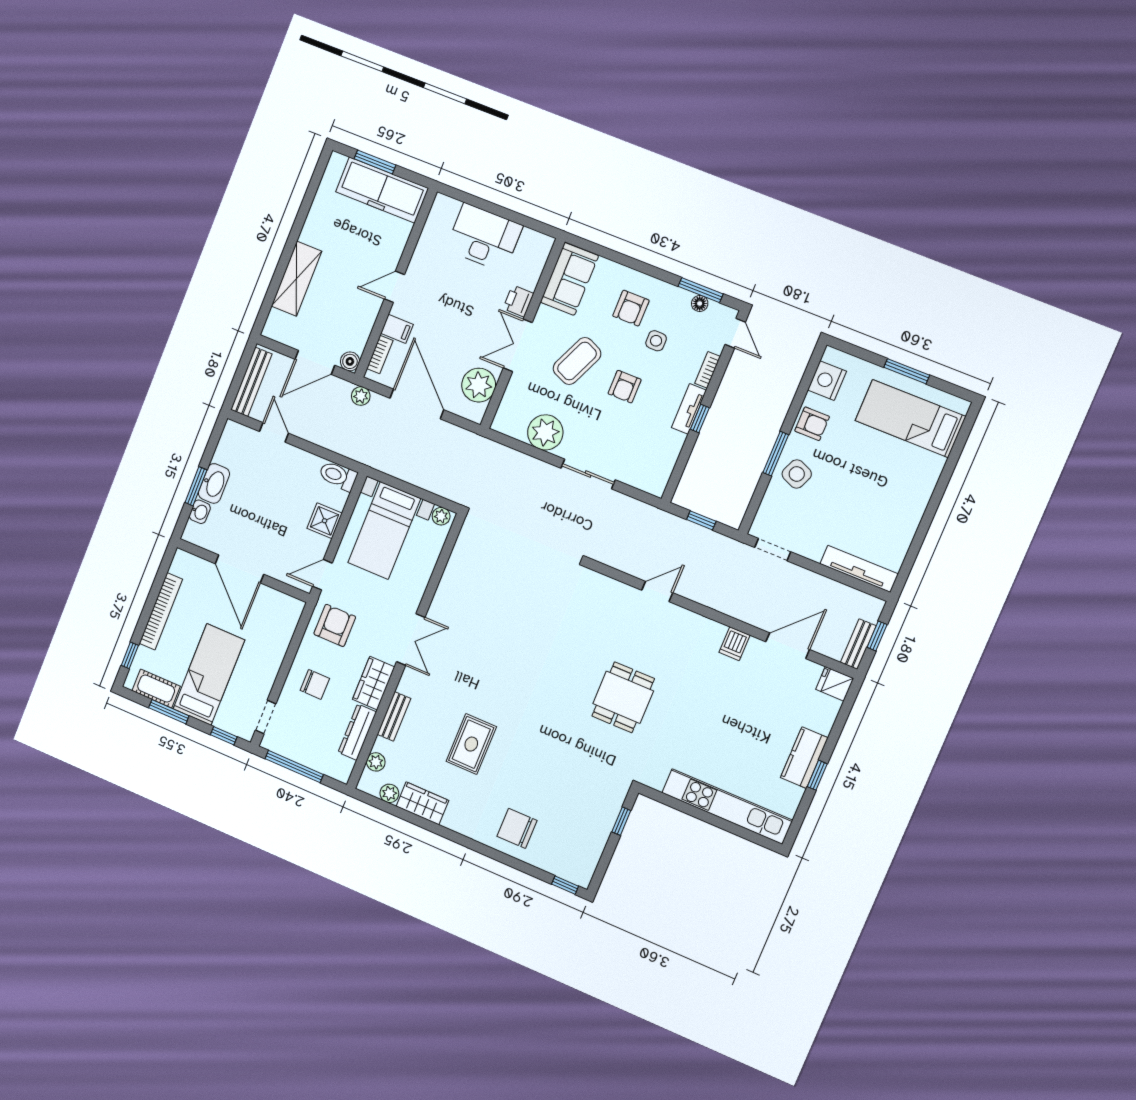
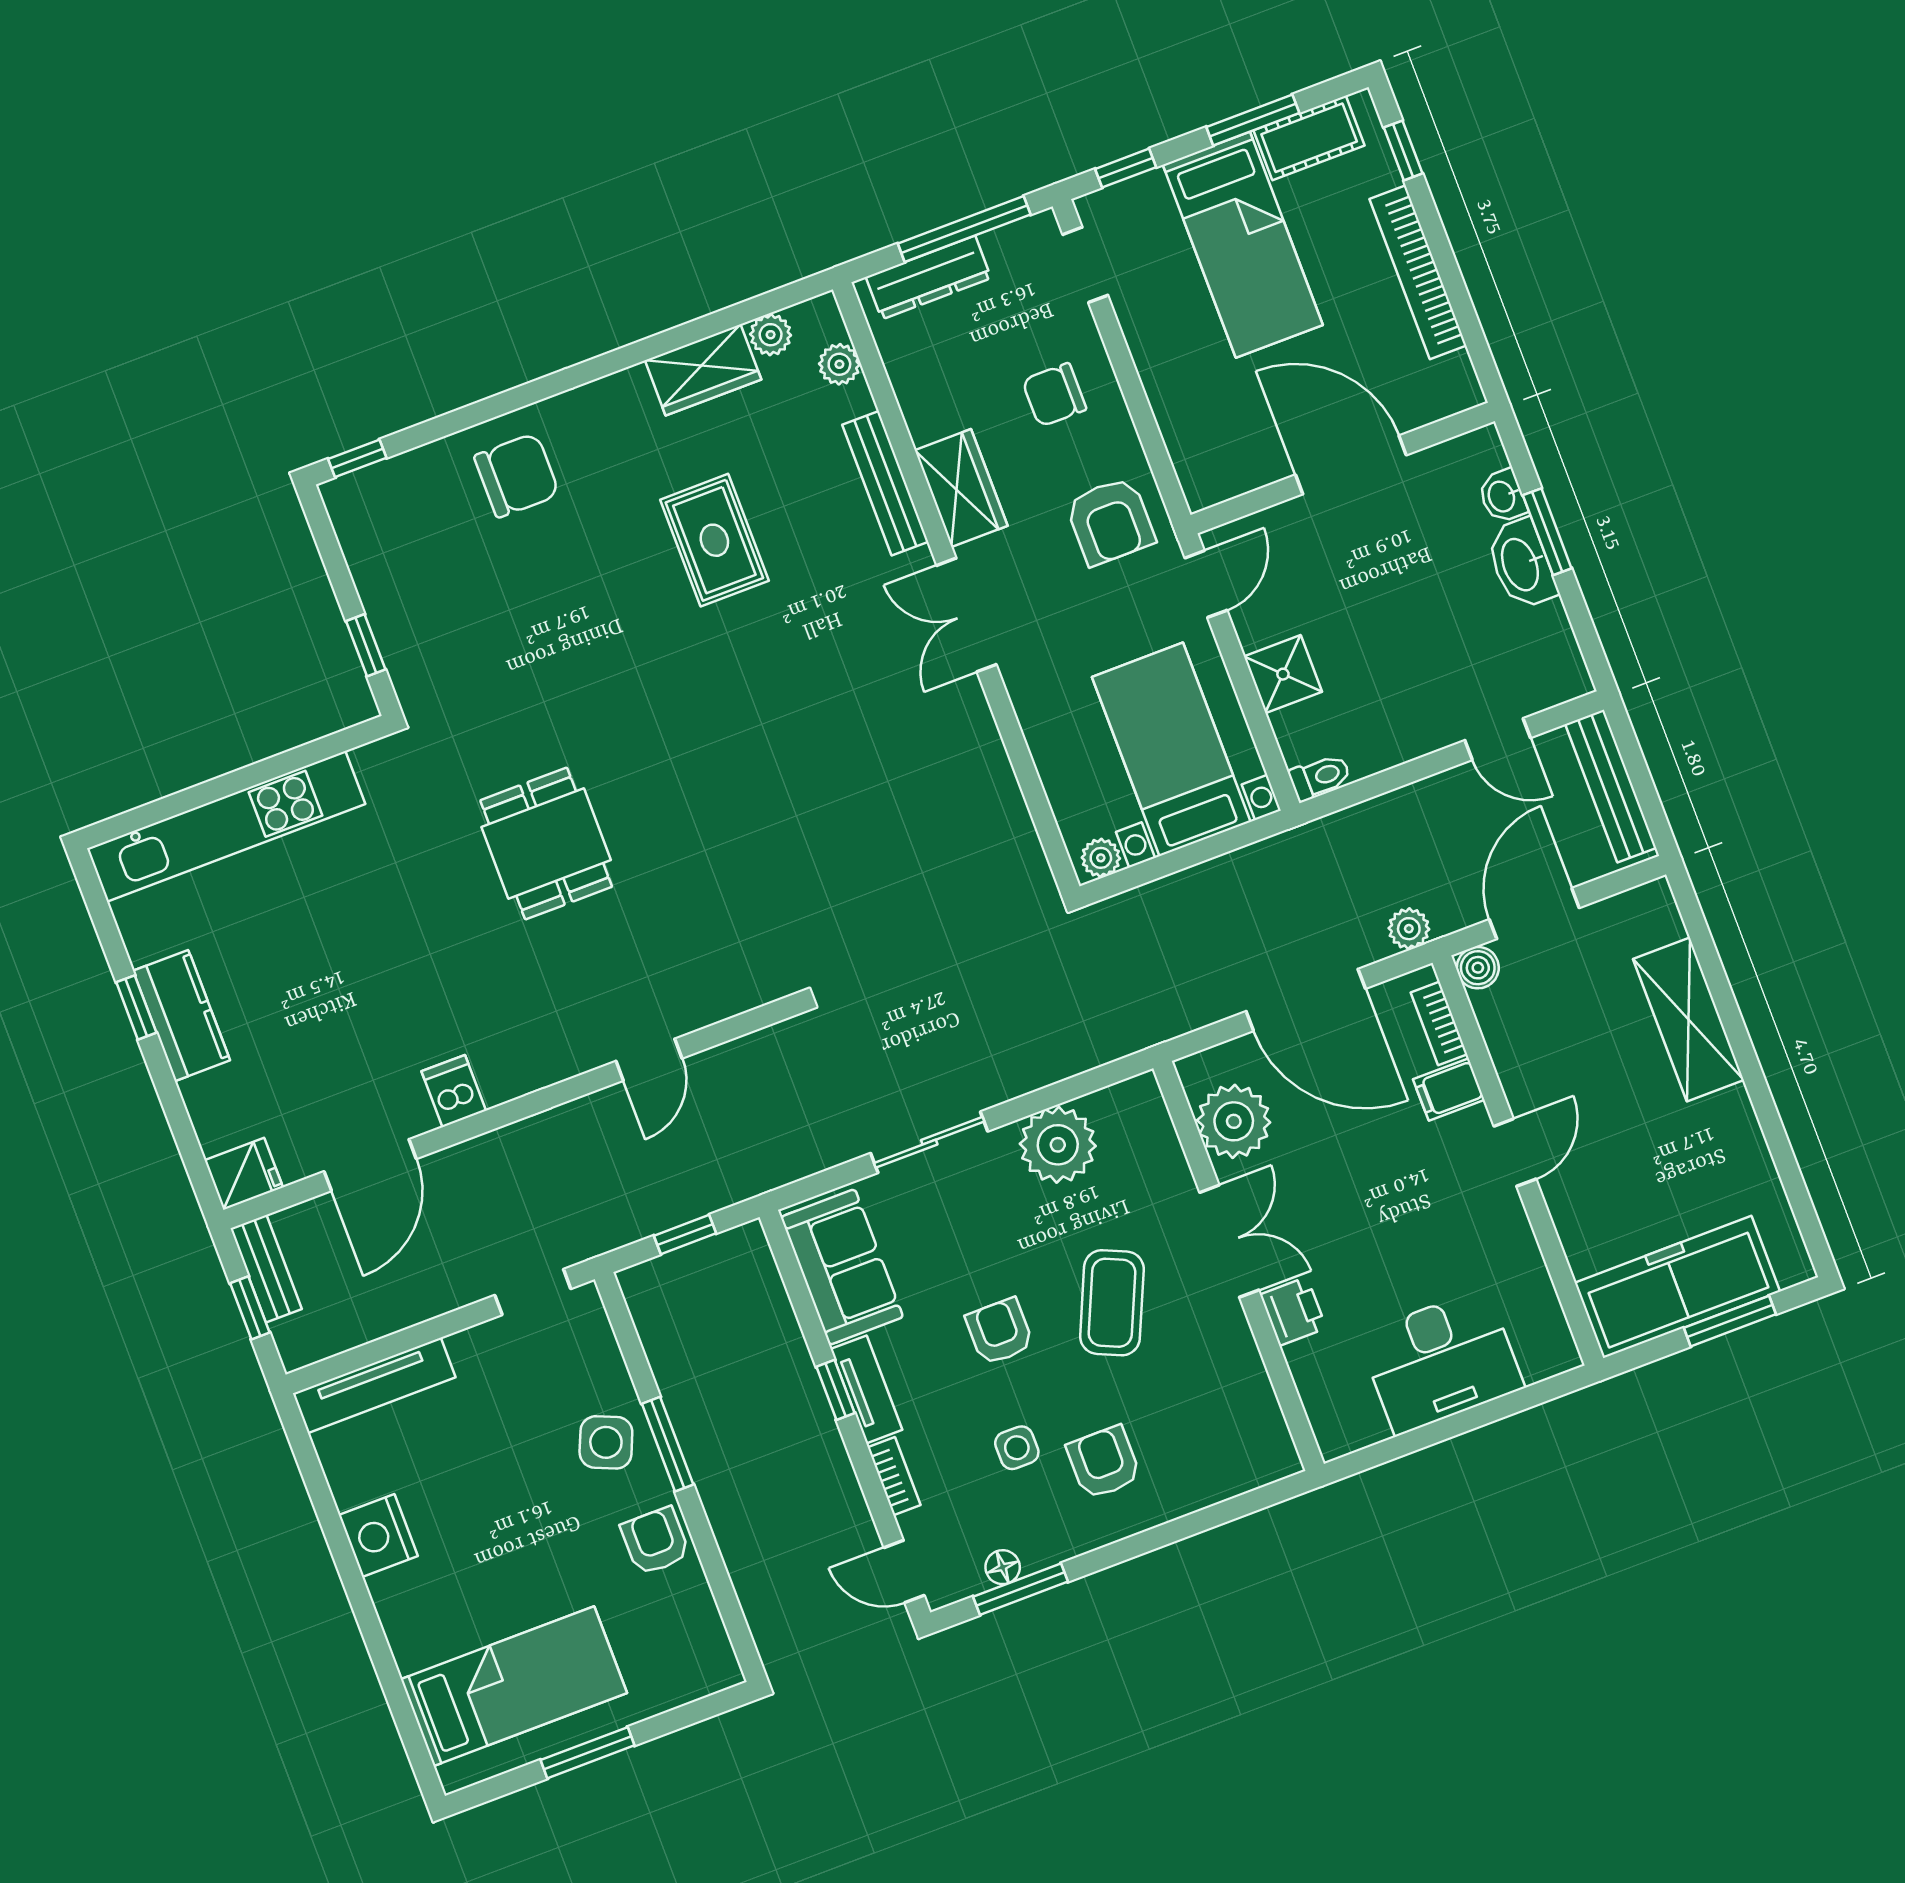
sofa: (569, 279) -> (842, 1267), moved, turned 180
nightstand: (827, 381) -> (378, 1535), moved, turned 180
armchair: (812, 424) -> (655, 1541), turned 90
toilet: (338, 476) -> (1320, 777), width x0.73, depth x0.72
bench: (394, 716) -> (885, 483), width x1.36
dresser: (357, 732) -> (928, 277), moved, turned 90

